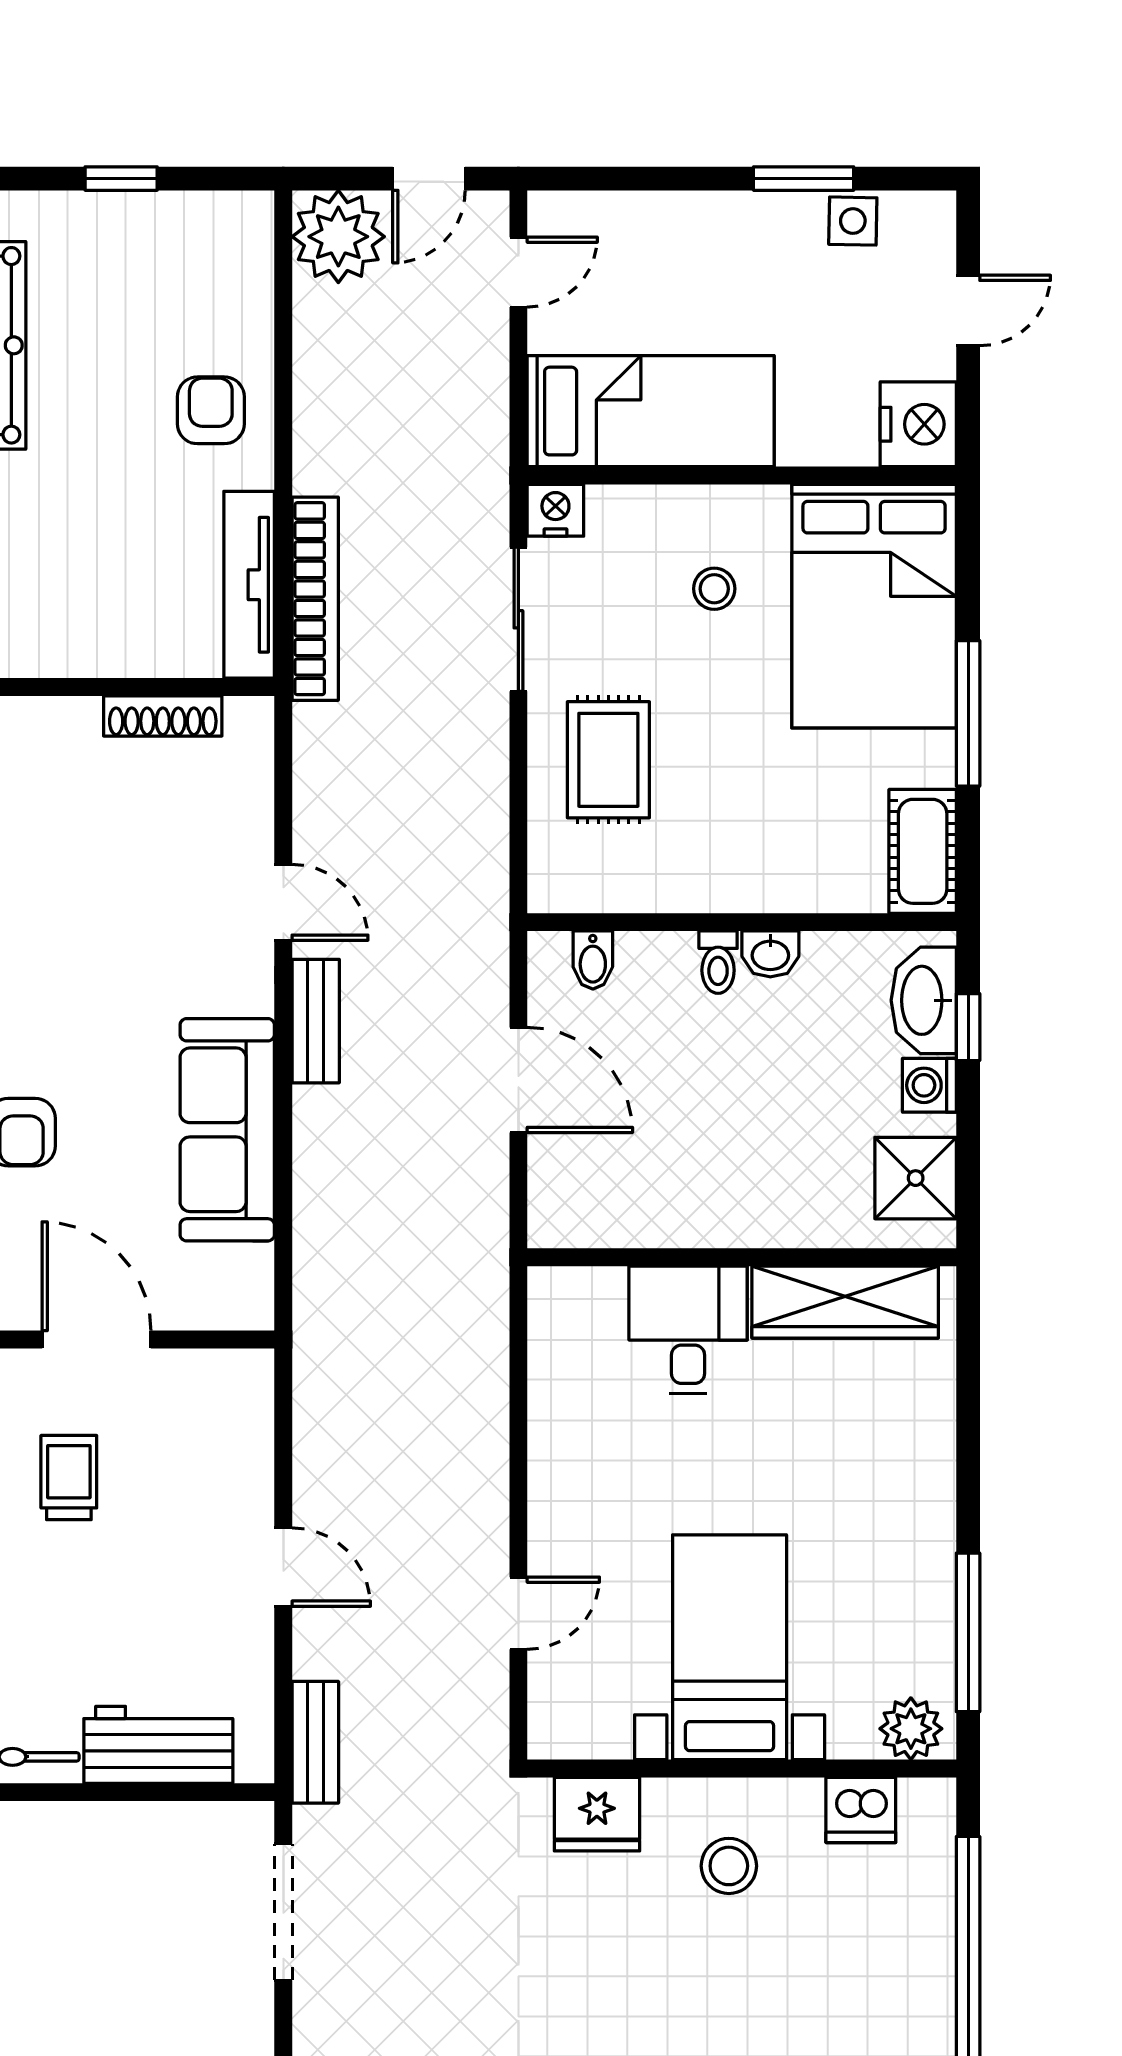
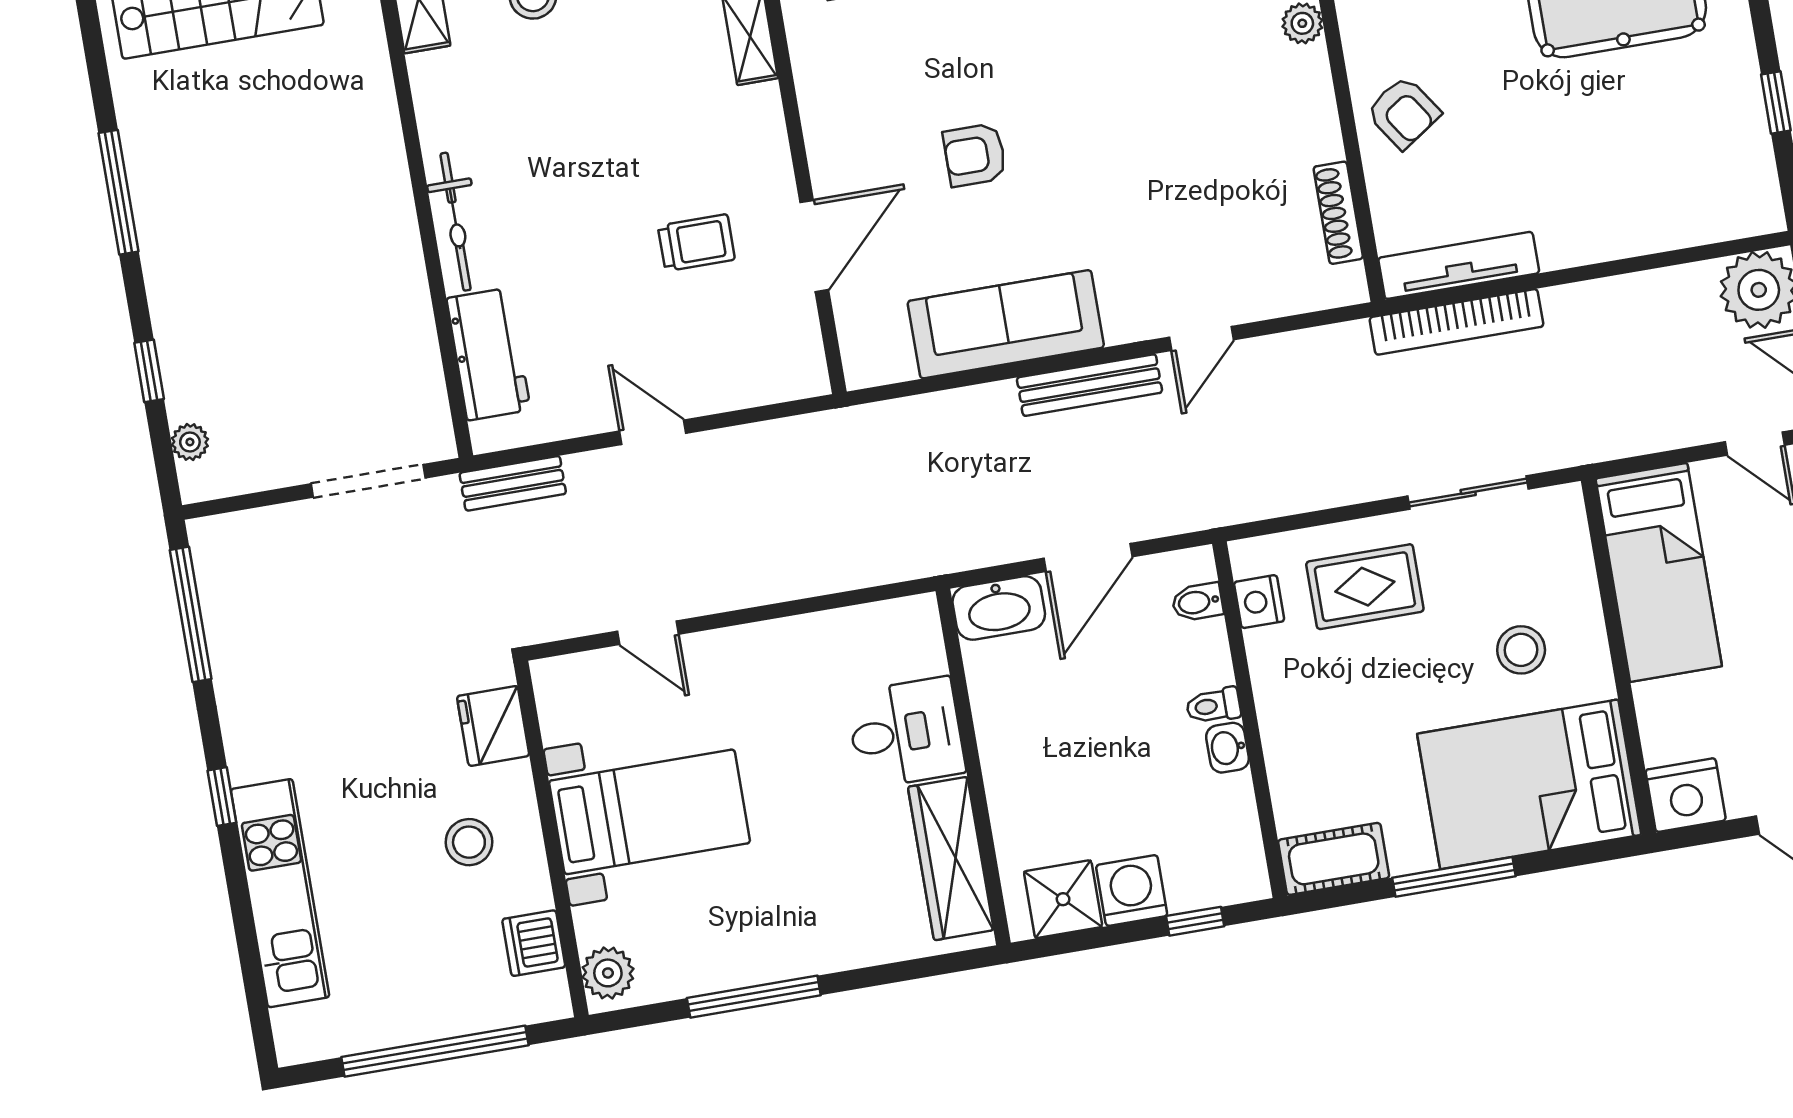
armchair: (211, 410) -> (1403, 112), moved, turned 56
nightstand: (555, 510) -> (1259, 602), moved, turned 180
stool: (714, 589) -> (1521, 650), width x1.37, depth x1.37
washbasin: (924, 1000) -> (999, 608), moved, turned 180
bench: (316, 1021) -> (1089, 385), width x1.36
washing machine: (929, 1085) -> (1132, 890), width x1.38, depth x1.38
door: (283, 1567) -> (653, 432), swing flipped
window: (968, 1632) -> (754, 997), moved

